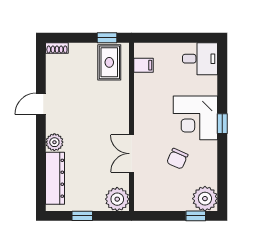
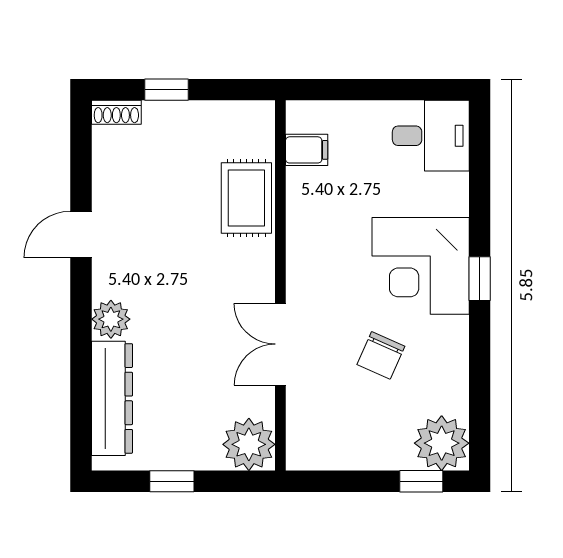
window: (107, 38) -> (167, 90), moved
rug: (109, 62) -> (246, 198), moved

